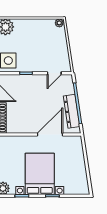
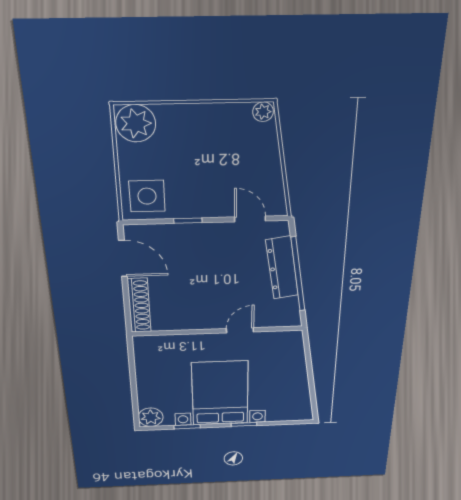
door: (54, 73) -> (250, 219), swing flipped
dresser: (72, 111) -> (282, 268), moved
door: (50, 135) -> (240, 330), width x0.53

